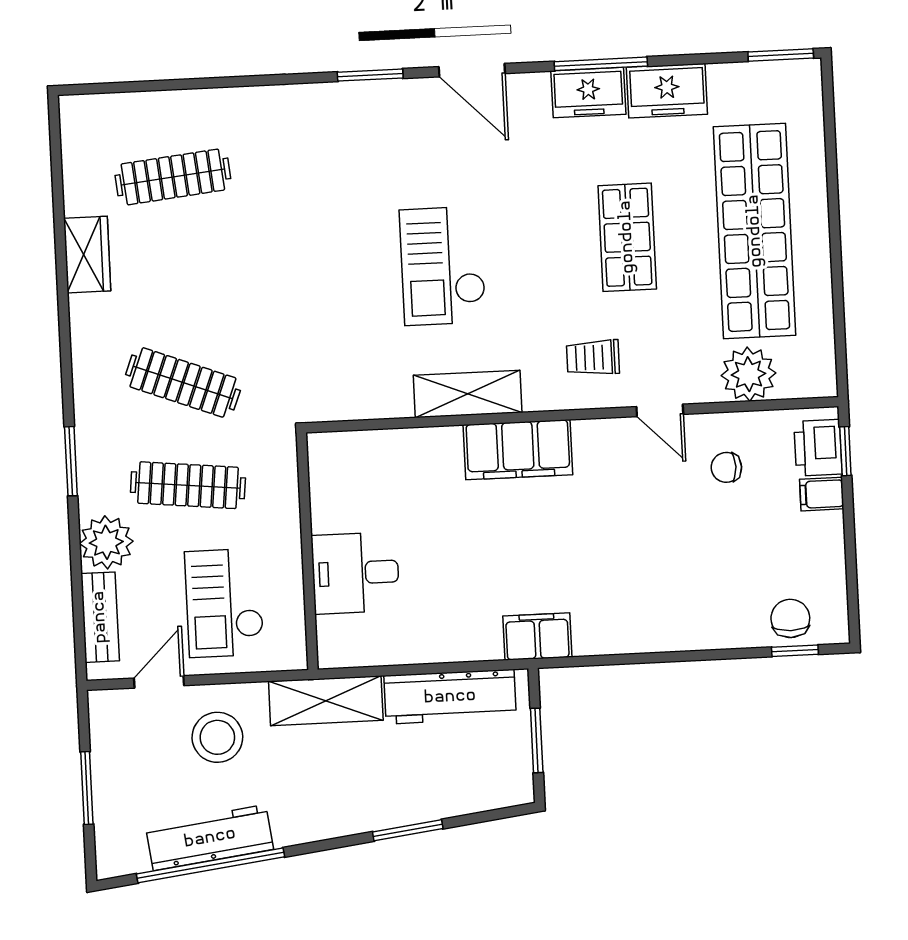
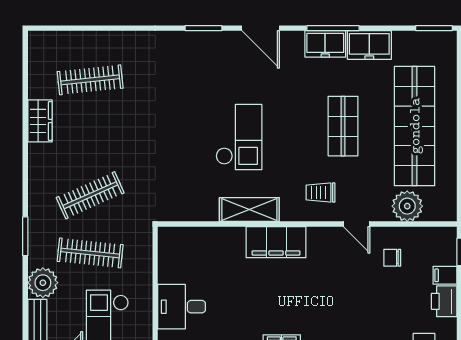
checkout: (443, 266) -> (239, 137), turned 180
clothes rail: (183, 382) -> (90, 195), turned -45
printer: (818, 448) -> (444, 301), moved

